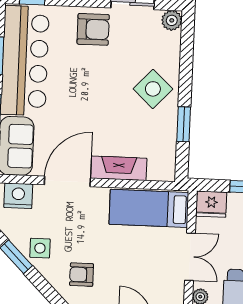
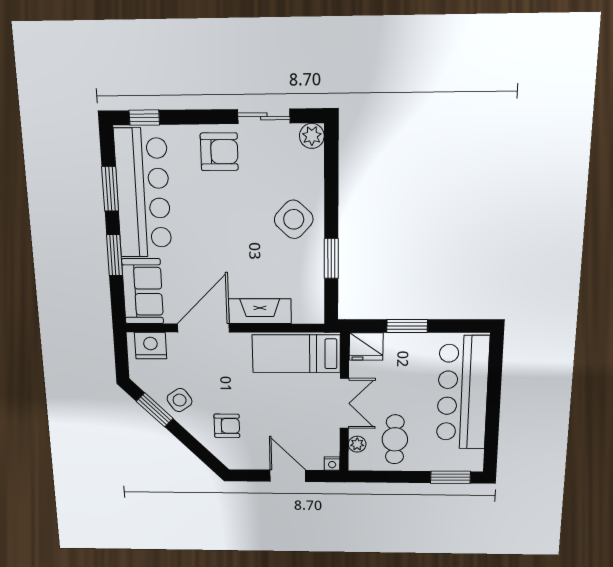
side table: (40, 248) -> (180, 400), turned -34
armchair: (82, 275) -> (227, 426), turned 180

